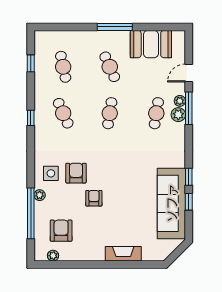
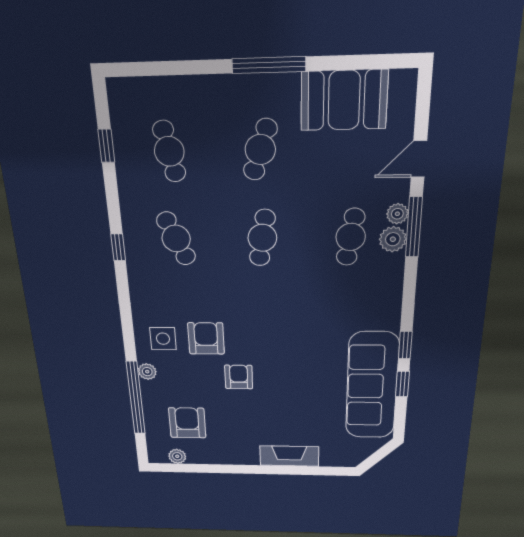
cafe table: (110, 67) -> (260, 150), turned 42

